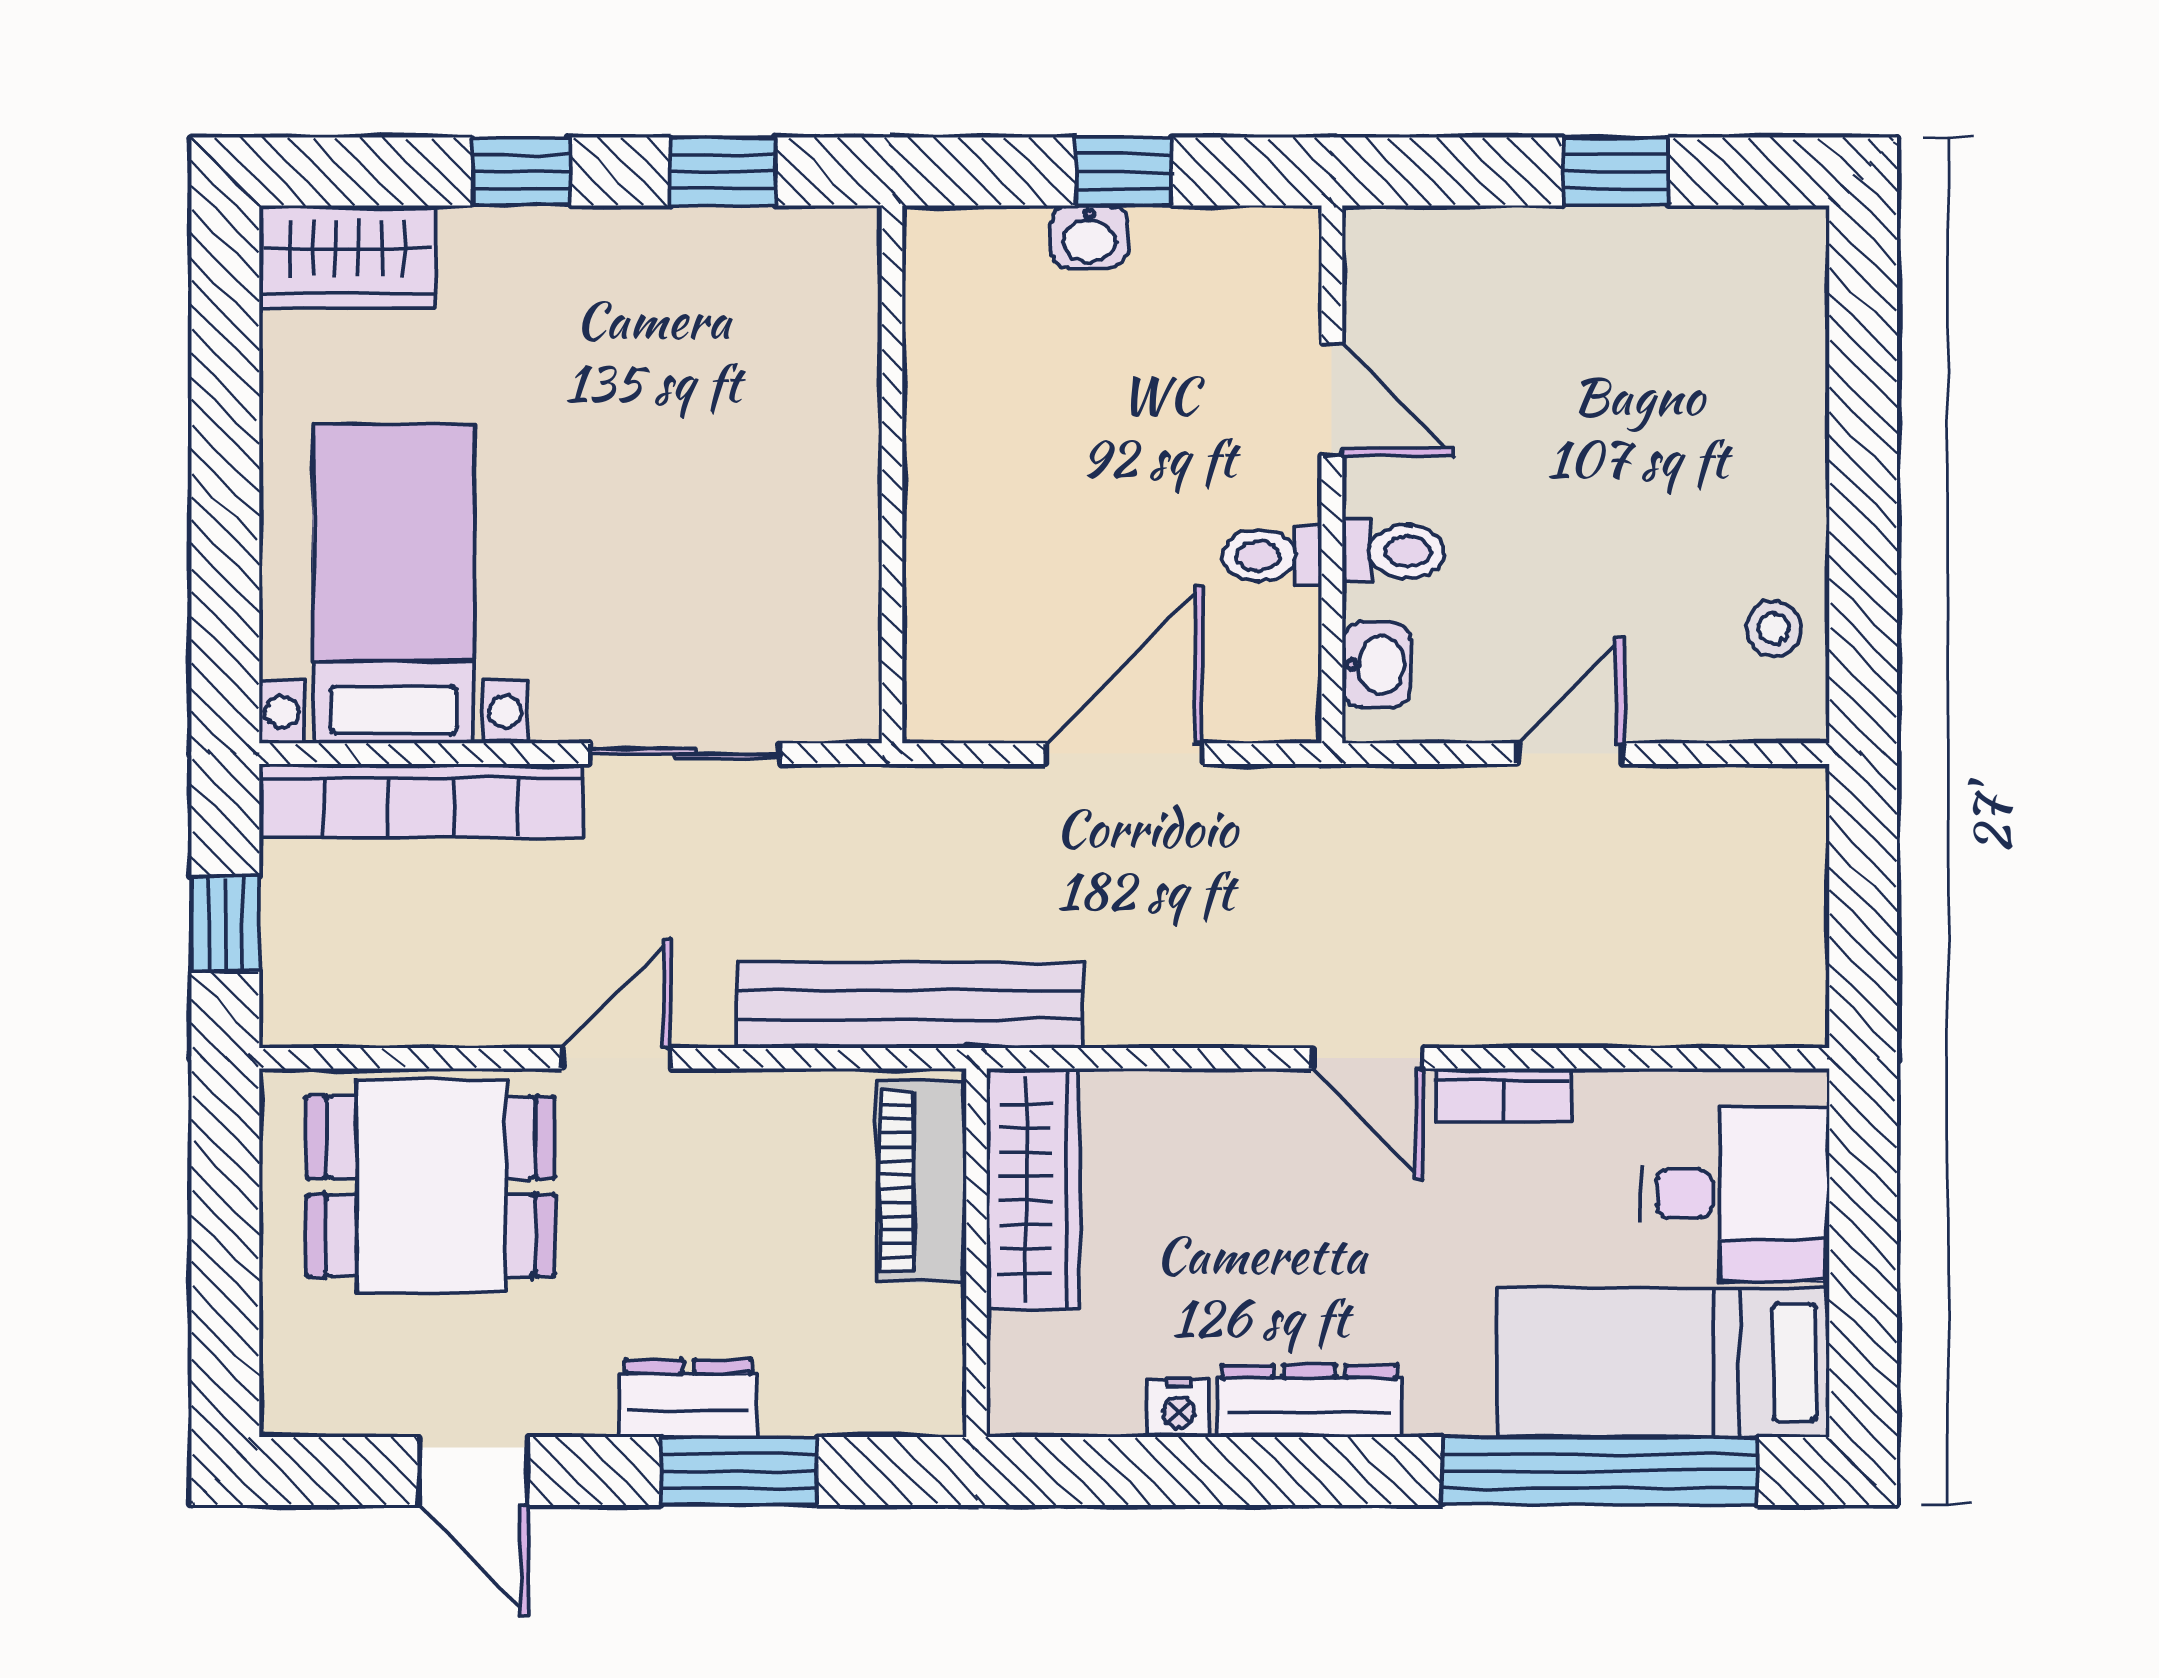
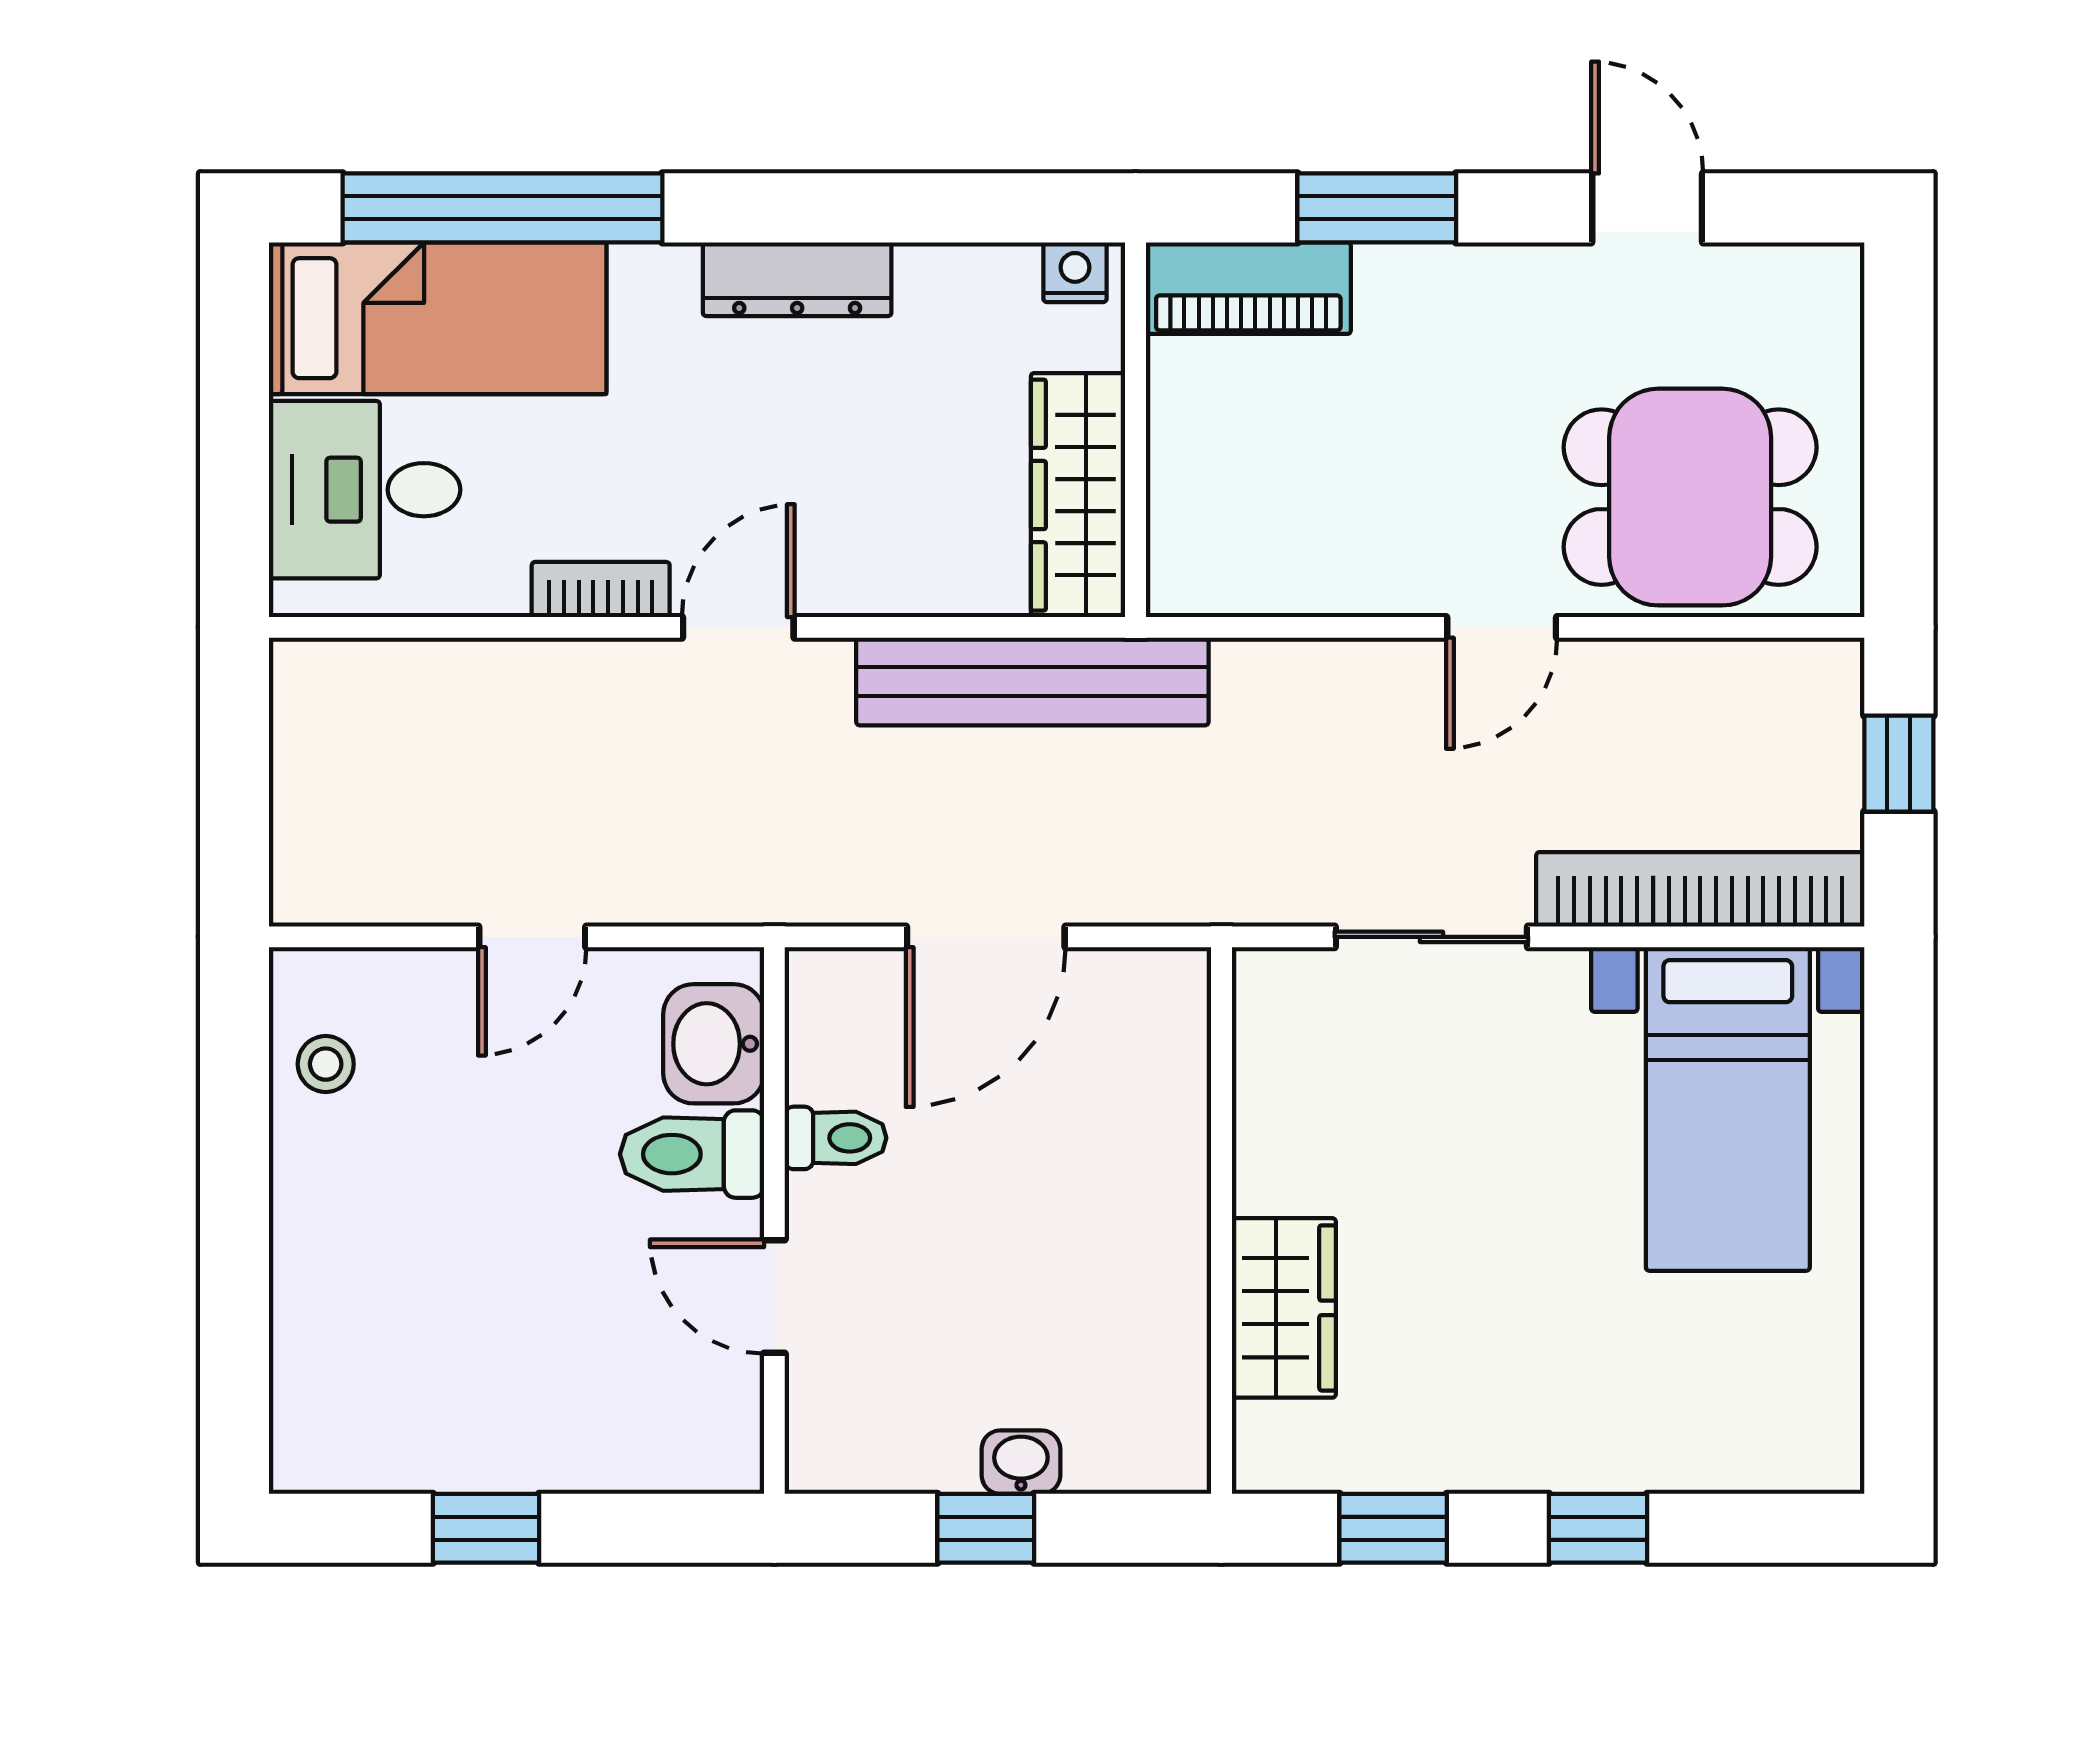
wardrobe: (348, 257) -> (1284, 1308), moved, turned 90
toilet: (1393, 552) -> (692, 1154), width x1.37, depth x1.39
washbasin: (1376, 665) -> (714, 1044), width x1.38, depth x1.45
bench: (910, 1005) -> (1032, 682), moved
door: (1367, 1058) -> (738, 627), hinge flipped
piano: (921, 1182) -> (1248, 288), moved, turned 90
dresser: (689, 1398) -> (1428, 282), removed
nightstand: (1179, 1408) -> (1075, 272), moved

